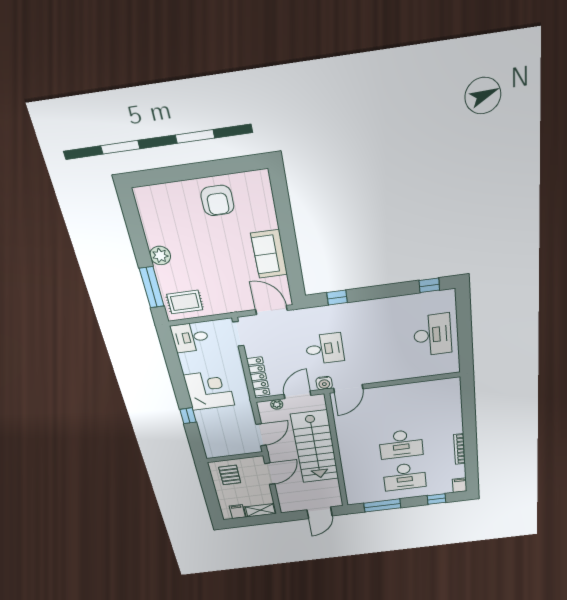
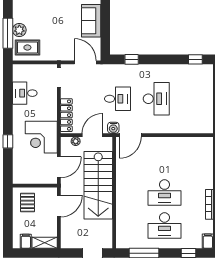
plant: (160, 256) -> (19, 30), moved
desk: (432, 335) -> (156, 99), moved
desk: (190, 337) -> (25, 93), moved
corner desk: (209, 390) -> (41, 137), moved, turned 180

